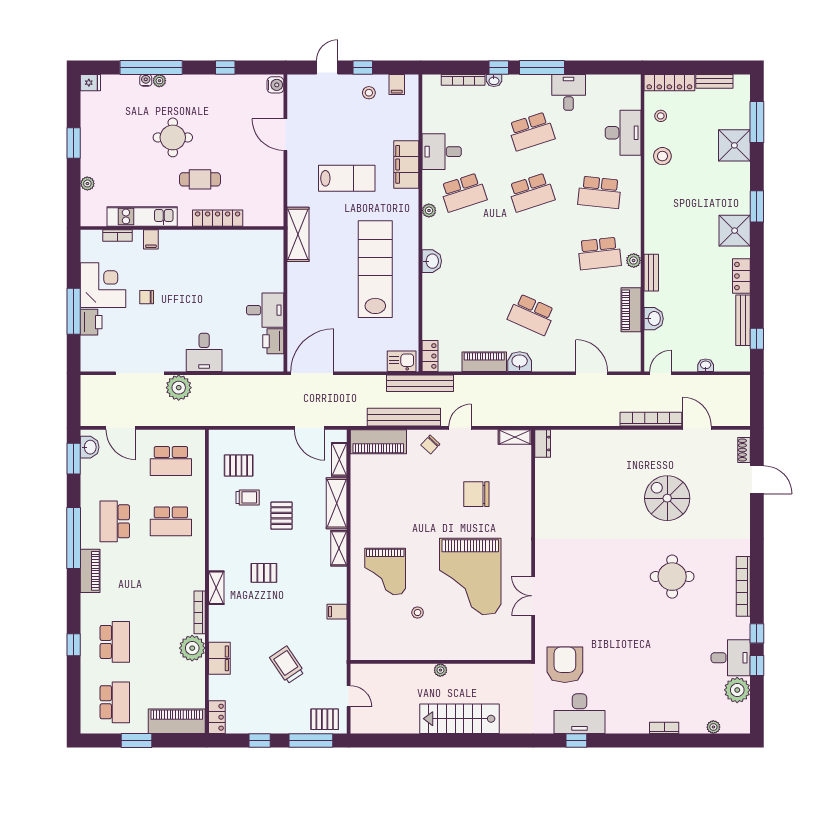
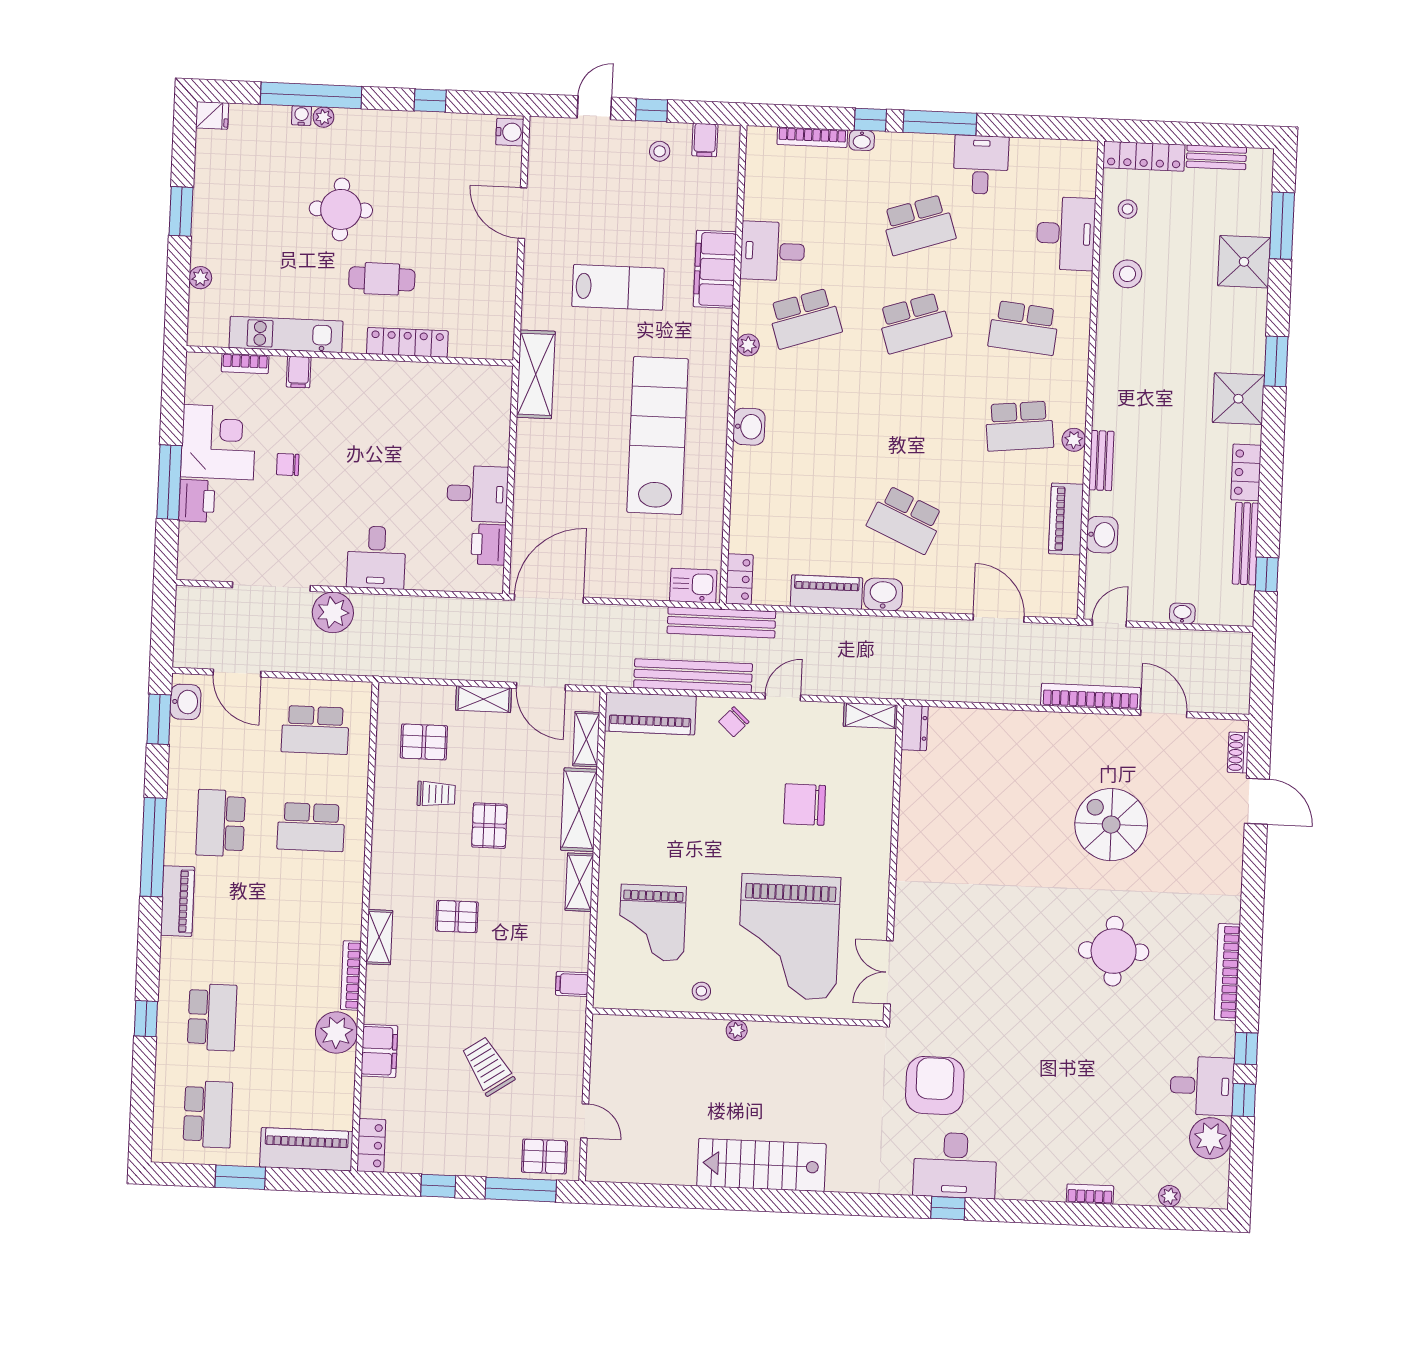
shelving: (275, 437) -> (484, 699), added
wall: (441, 662) -> (738, 1017), moved
plant: (440, 670) -> (737, 1030), moved

